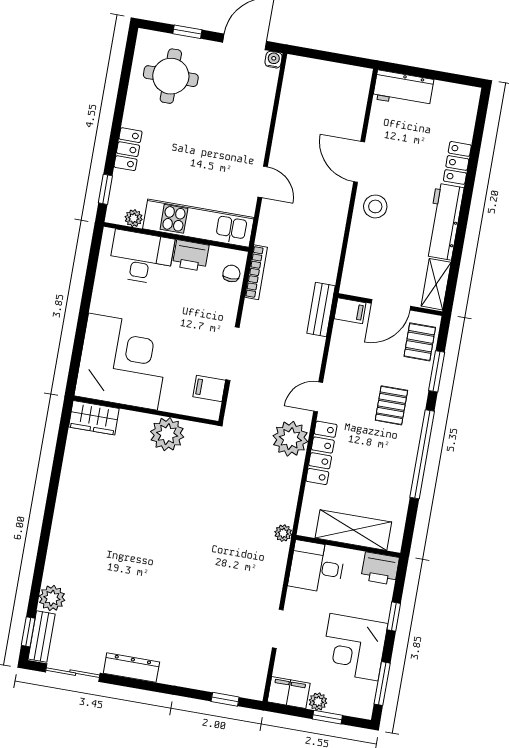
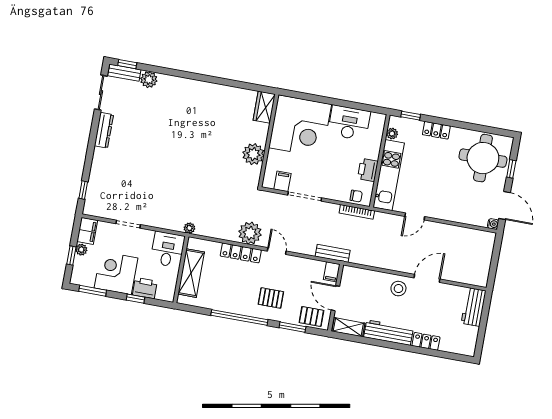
round table: (171, 76) -> (483, 158), width x1.36, depth x1.36
desk: (141, 257) -> (349, 123), moved, turned -90
printer: (380, 568) -> (145, 288), moved, turned 90

